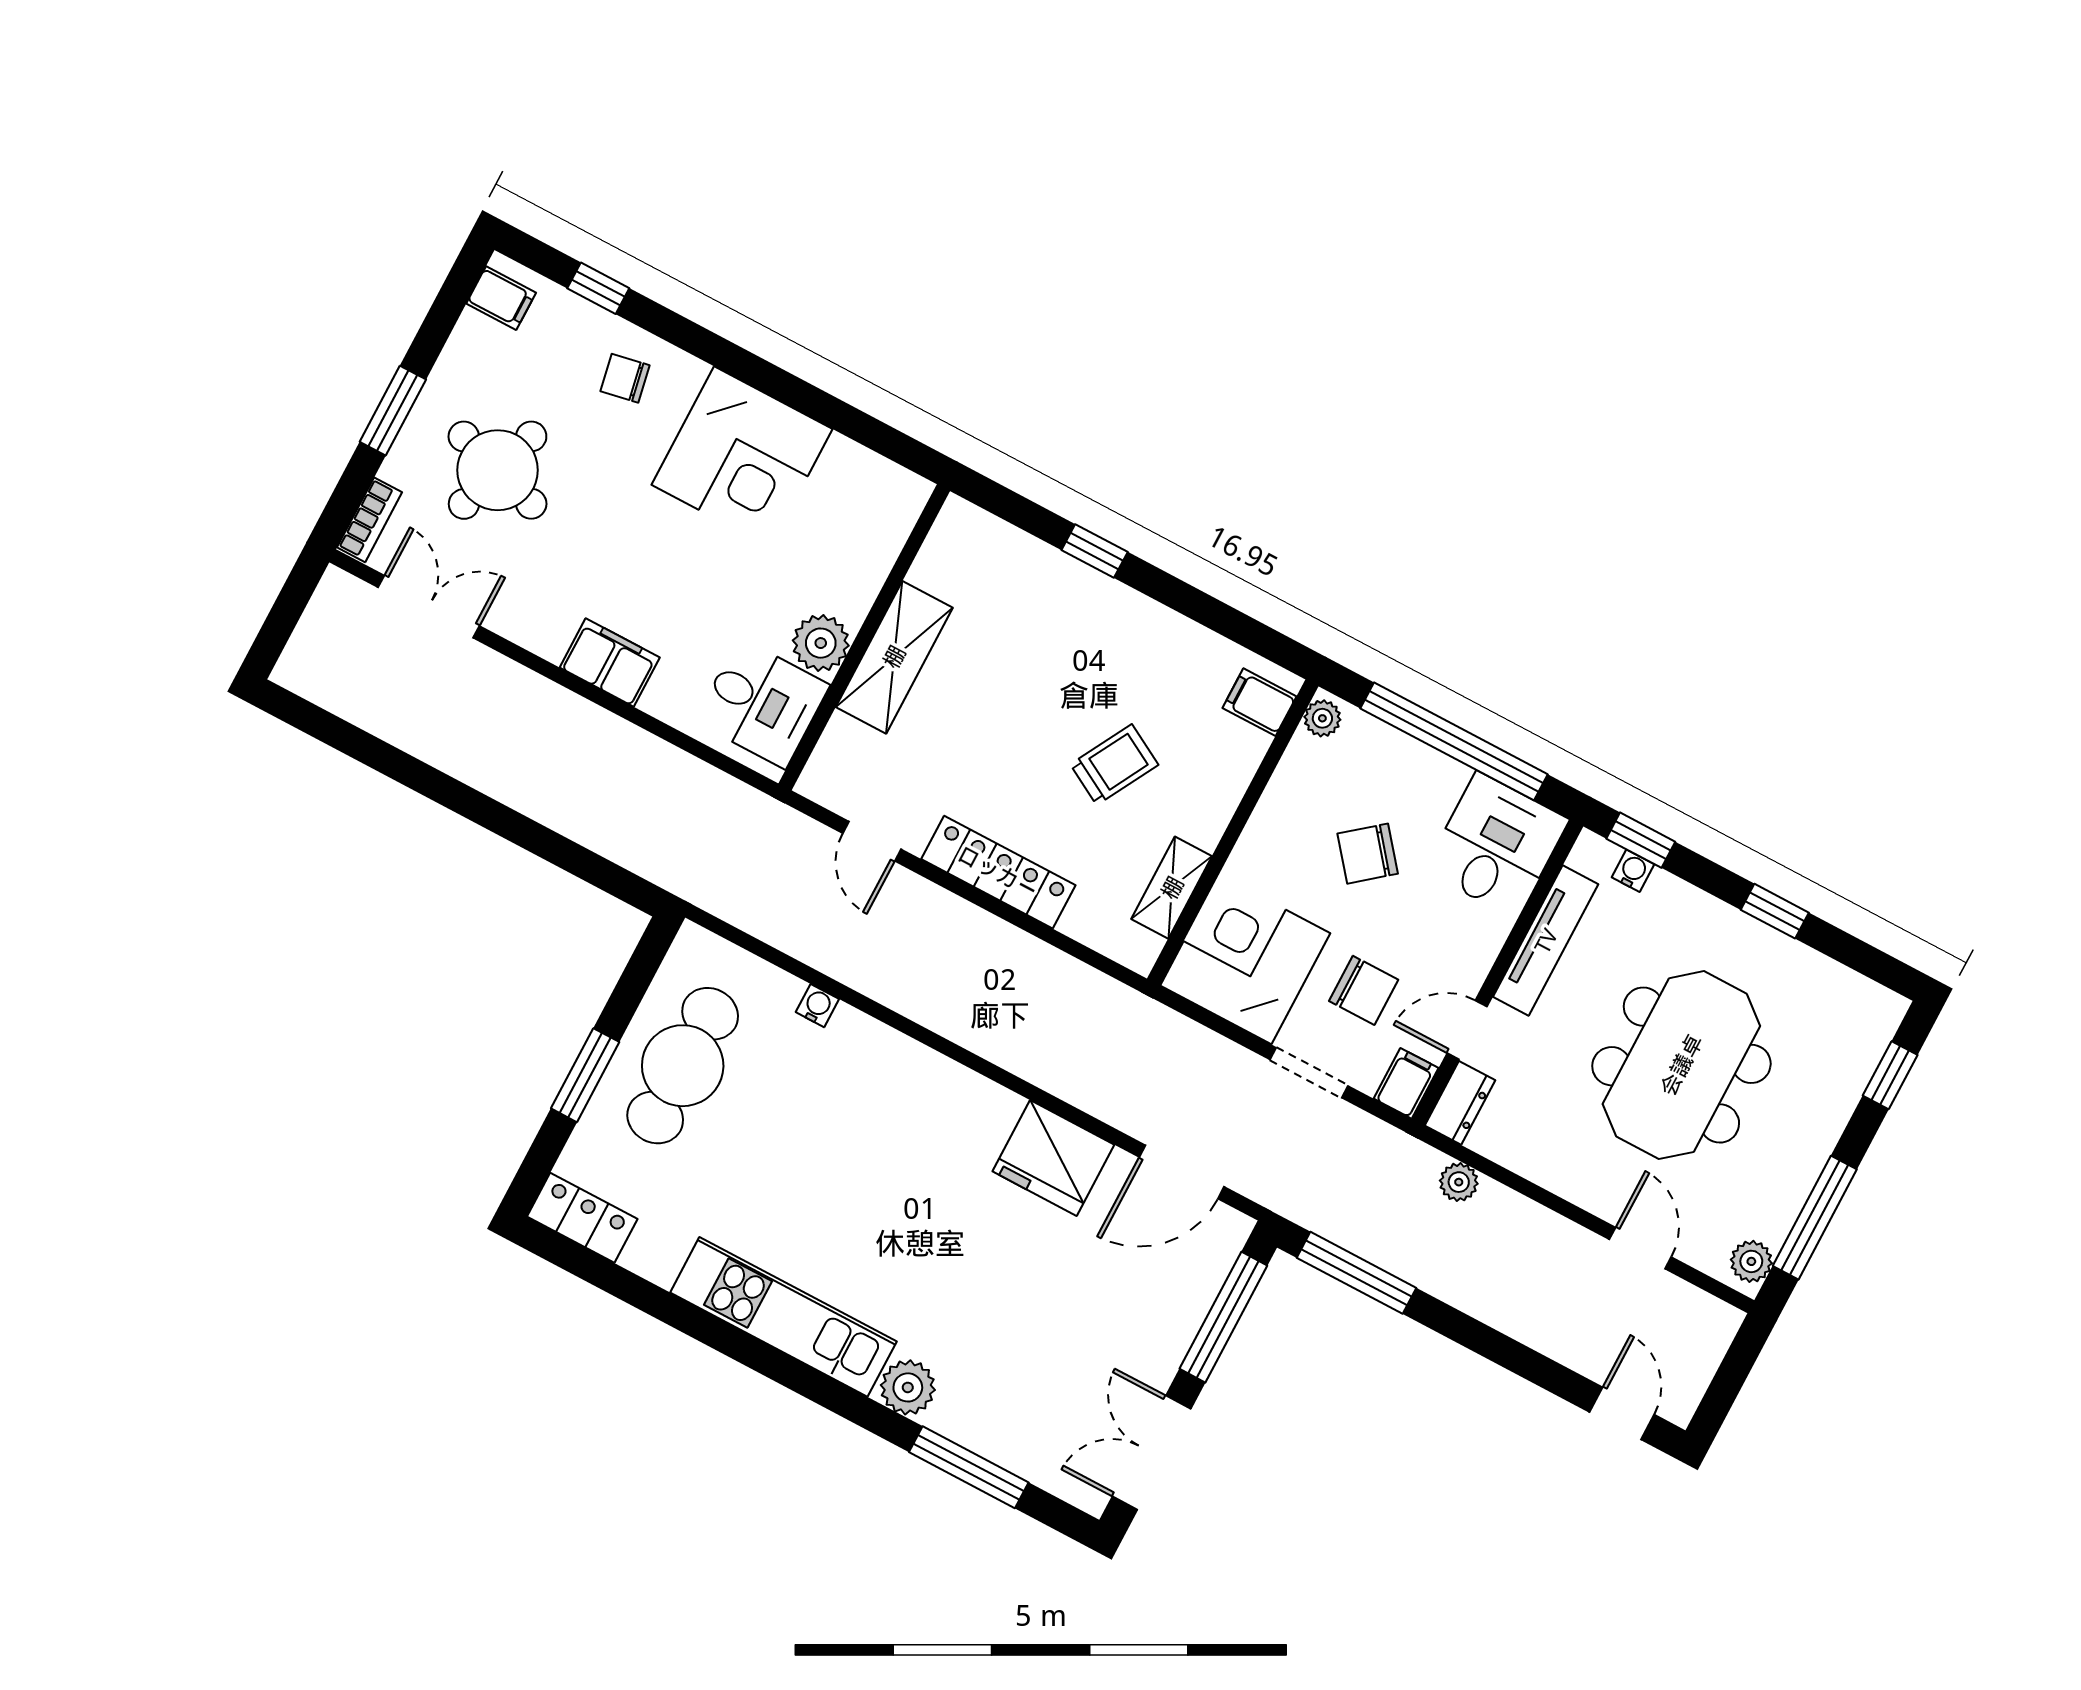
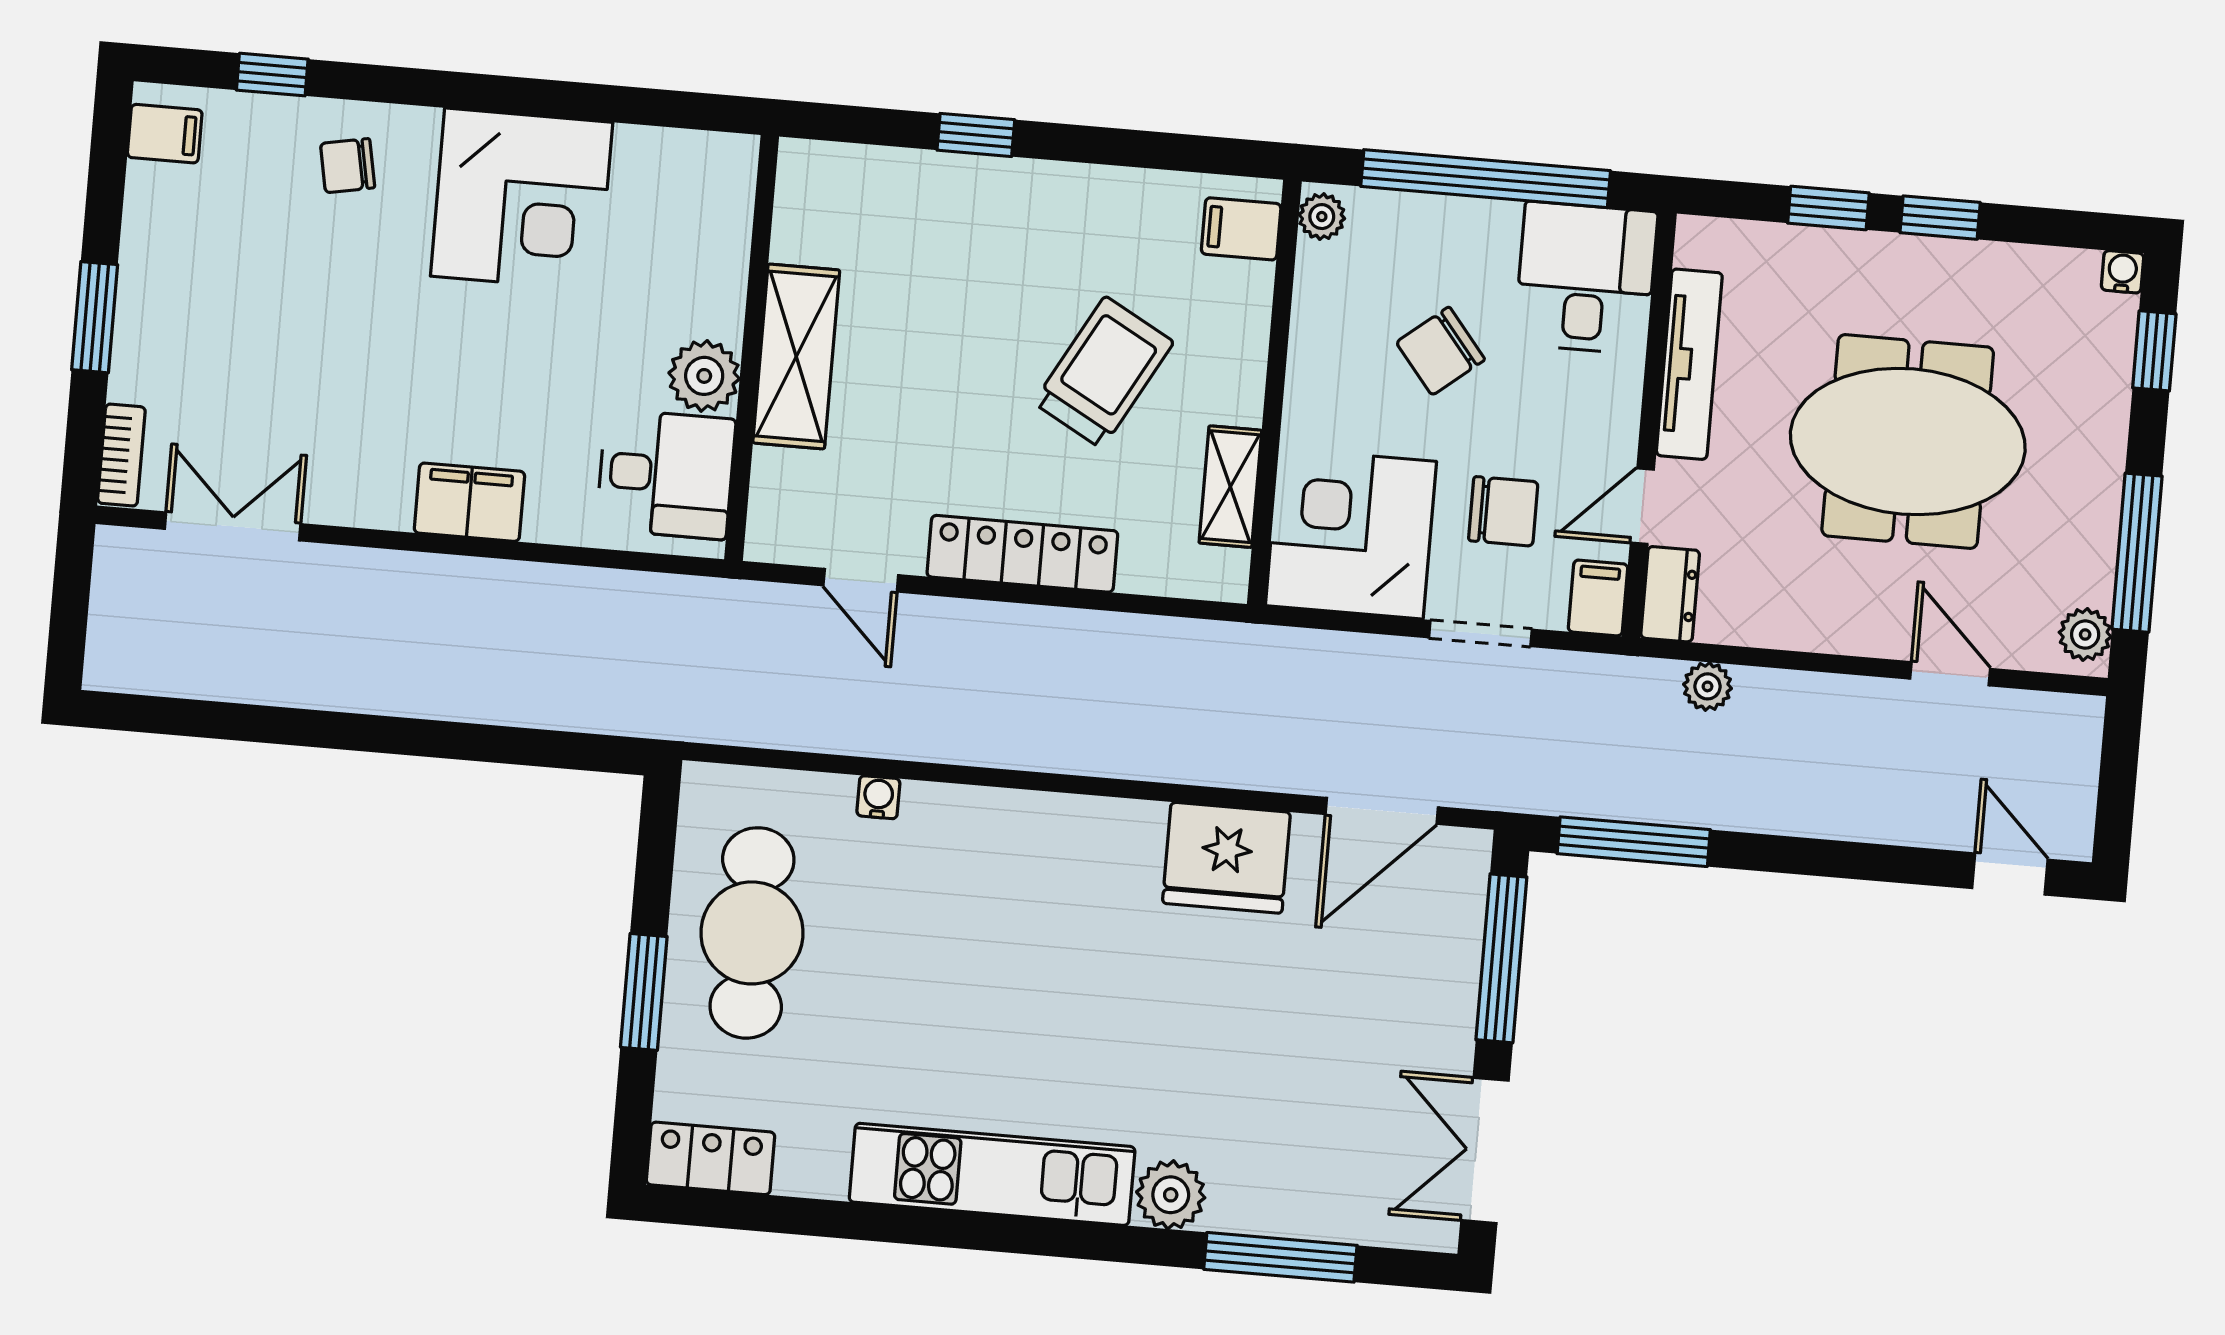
round table: (498, 470) -> (245, 335), removed
trolley: (1114, 765) -> (1104, 372), width x1.36, depth x1.39
window: (1641, 840) -> (1828, 208), moved
water cooler: (1633, 871) -> (2123, 272), moved
meeting table: (1681, 1065) -> (1908, 442), turned 90

